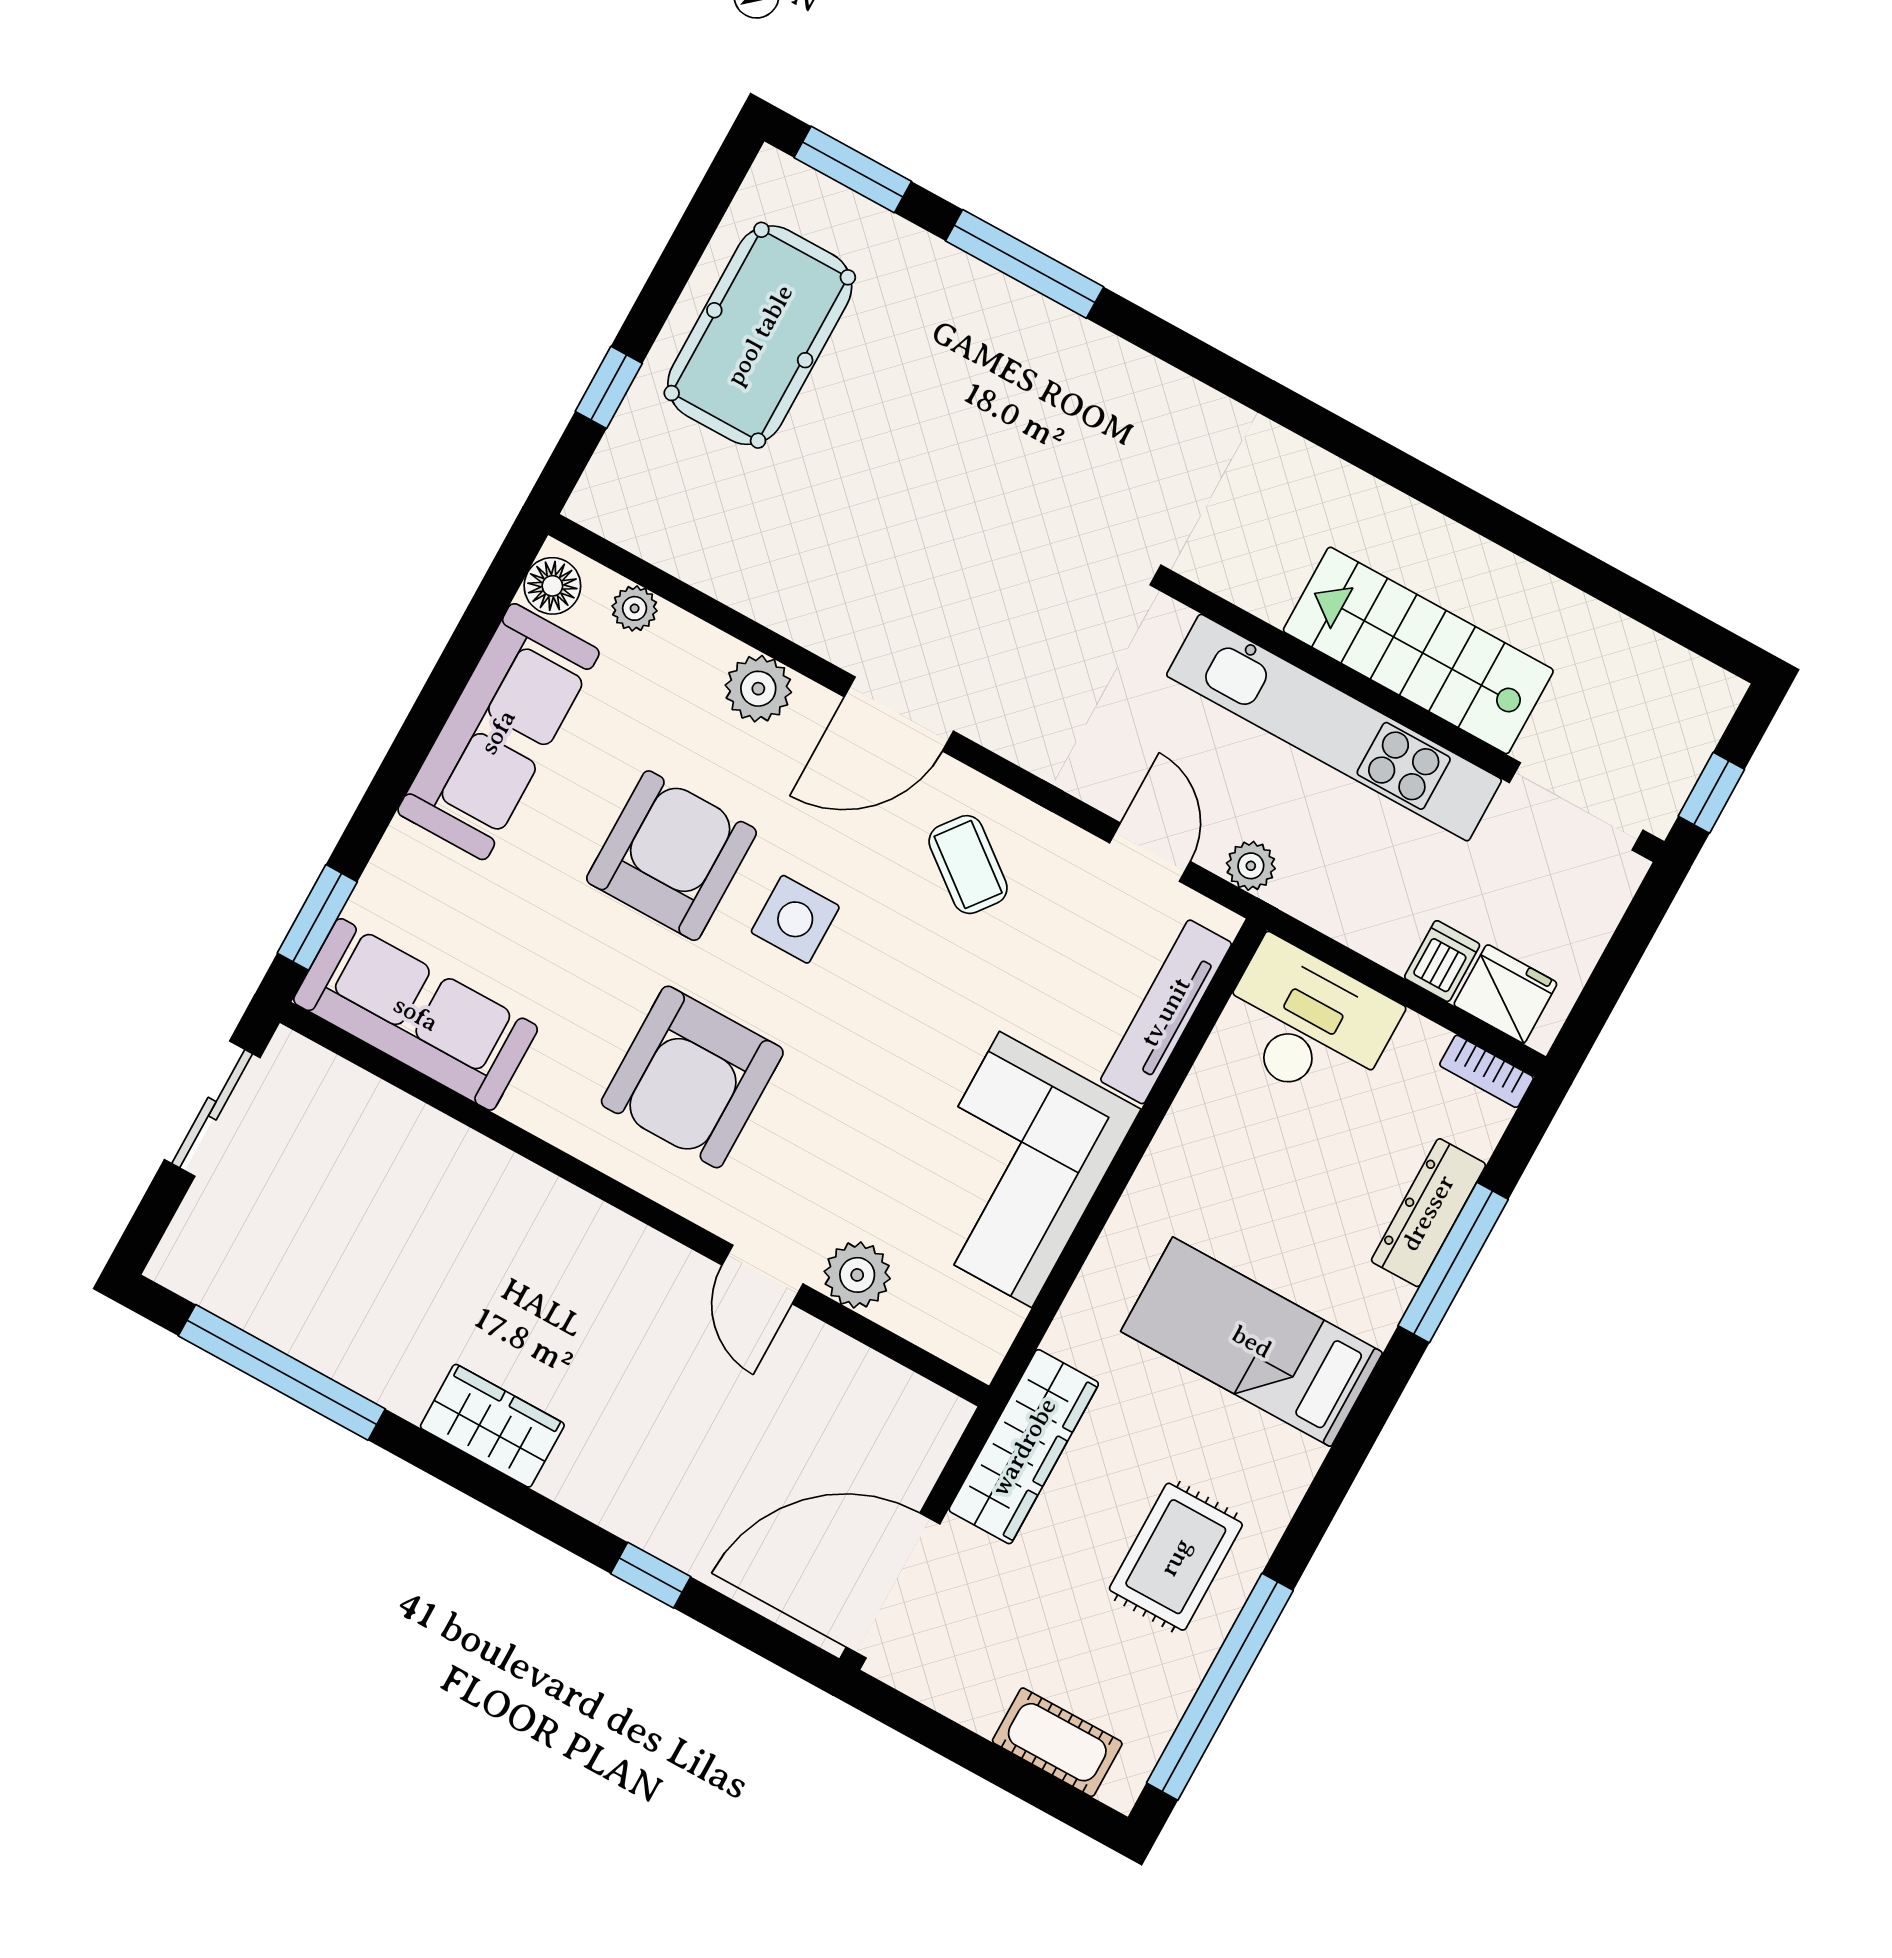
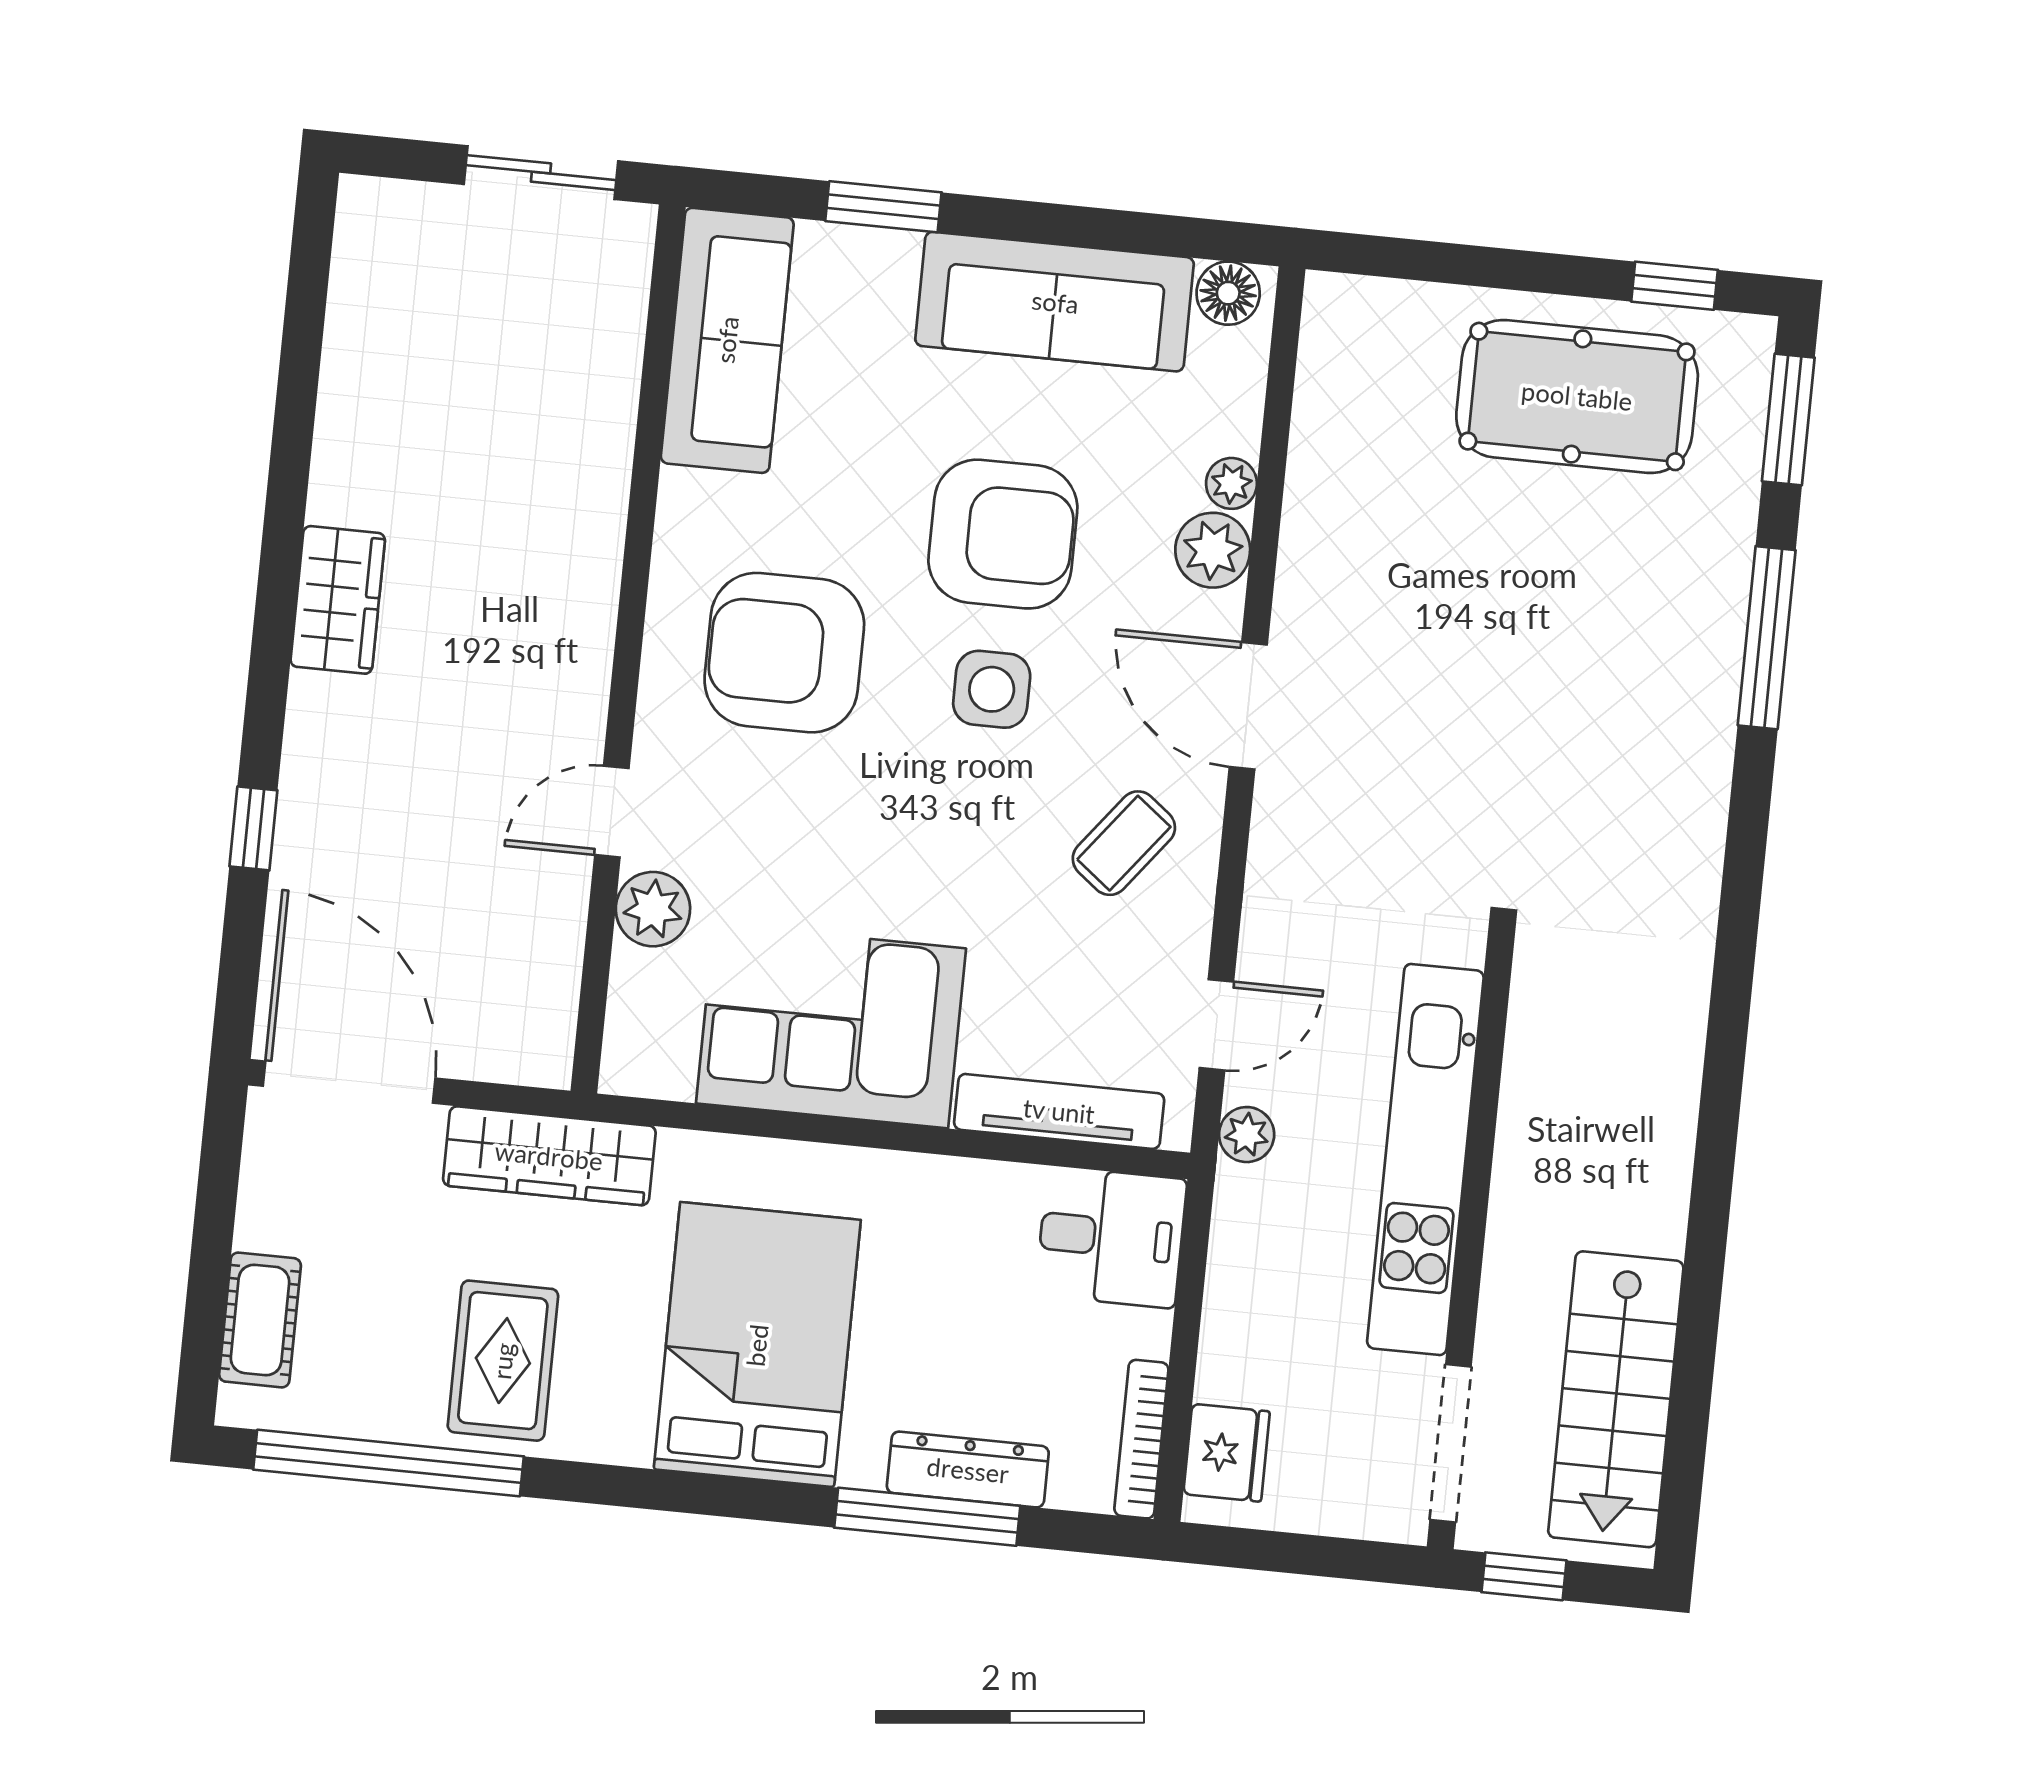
window: (609, 387) -> (1674, 286), moved
plant: (635, 608) -> (1231, 483), moved
stairs: (1418, 650) -> (1616, 1399), moved, turned 180
window: (317, 917) -> (883, 207), moved
dishwasher: (1442, 961) -> (1233, 1373), removed
desk: (1307, 1024) -> (1111, 1237), width x0.73
bookcase: (1487, 1071) -> (1141, 1439), width x1.56
bed: (1252, 1342) -> (757, 1345), width x1.50
window: (282, 1372) -> (300, 360), removed
rug: (1176, 1557) -> (503, 1361), turned 90

